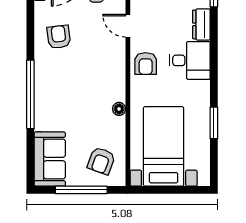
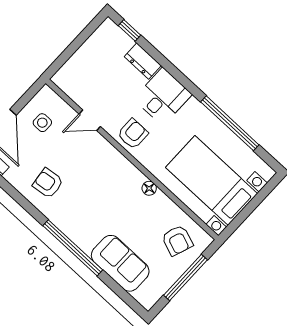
armchair: (146, 64) -> (133, 134), turned -90
window: (214, 123) -> (230, 123), width x2.11
sofa: (50, 159) -> (120, 263), moved

